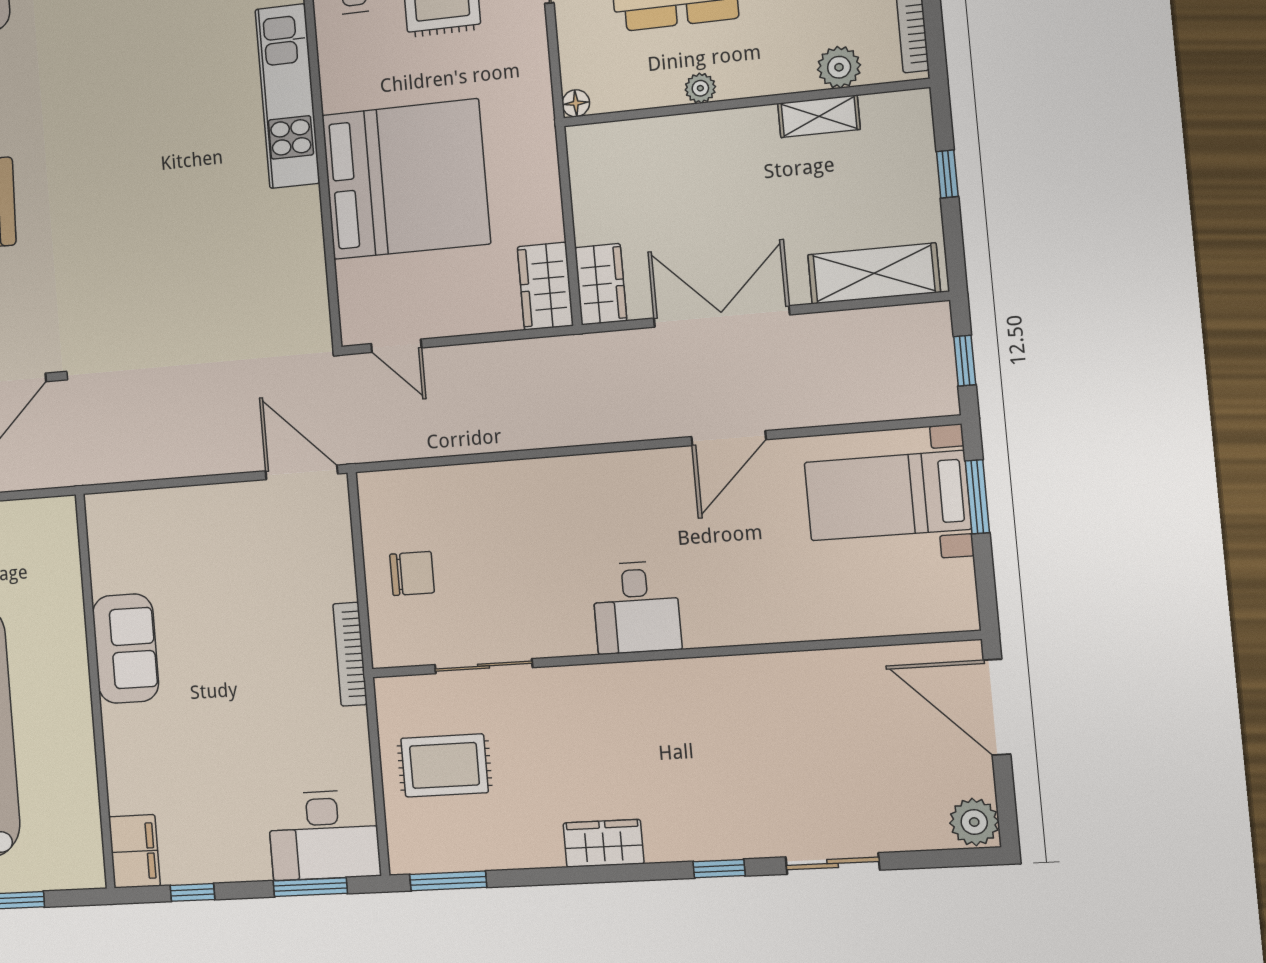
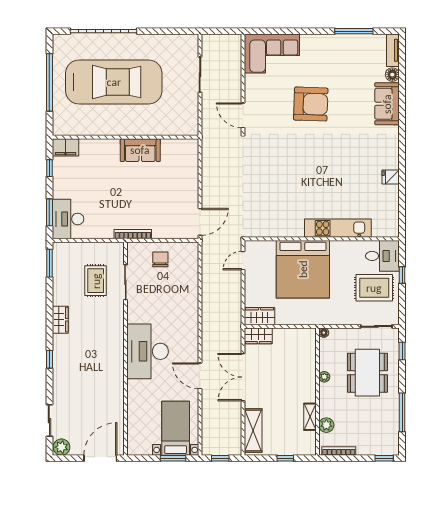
double door: (722, 316) -> (243, 377), swing flipped
chair: (412, 573) -> (160, 259), turned 180
desk: (636, 607) -> (148, 351), width x1.87, depth x1.30
rug: (444, 765) -> (96, 281), moved
sliding door: (833, 863) -> (49, 421), moved

